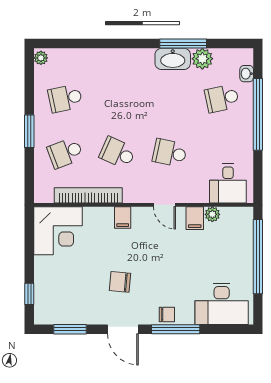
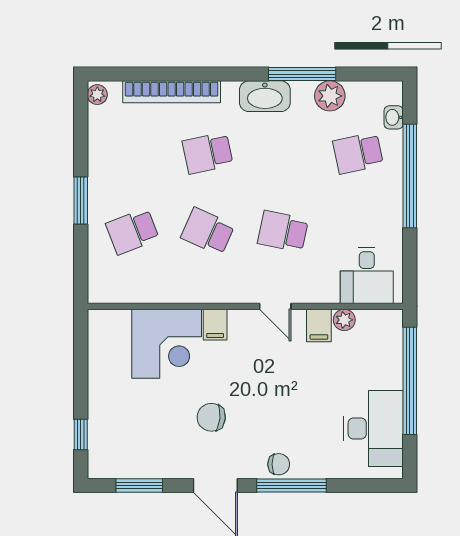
washbasin: (173, 59) -> (265, 96), moved
school desk: (65, 98) -> (208, 153), moved
bookcase: (88, 195) -> (172, 92), moved, turned 180
corner desk: (58, 231) -> (167, 344), moved
desk: (222, 304) -> (373, 429), moved, turned -90

